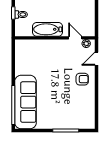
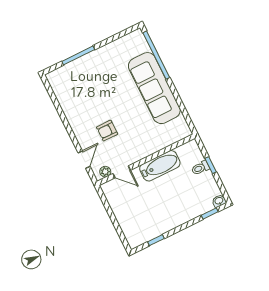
armchair: (82, 79) -> (107, 131), moved
sofa: (25, 102) -> (154, 88), moved

